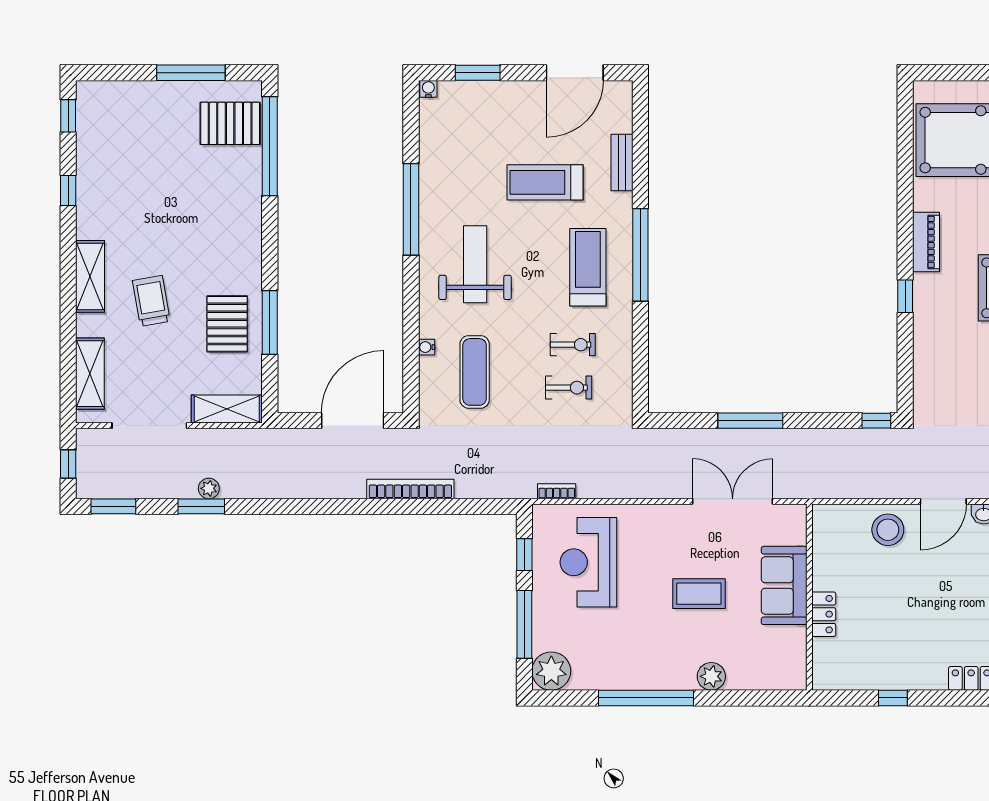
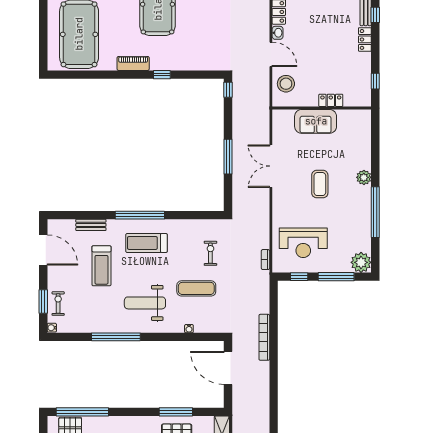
exercise bike: (573, 345) -> (58, 304), moved
exercise mat: (475, 372) -> (196, 288), moved
sofa: (784, 585) -> (316, 121), moved
wall: (809, 597) -> (322, 108), moved
locker: (824, 614) -> (331, 100), moved

